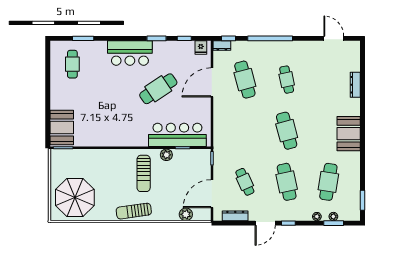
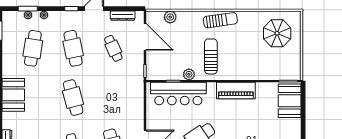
piano: (118, 138) -> (236, 91), added
door: (212, 194) -> (145, 37), hinge flipped
parasol: (75, 197) -> (277, 33), width x0.73, depth x0.73

